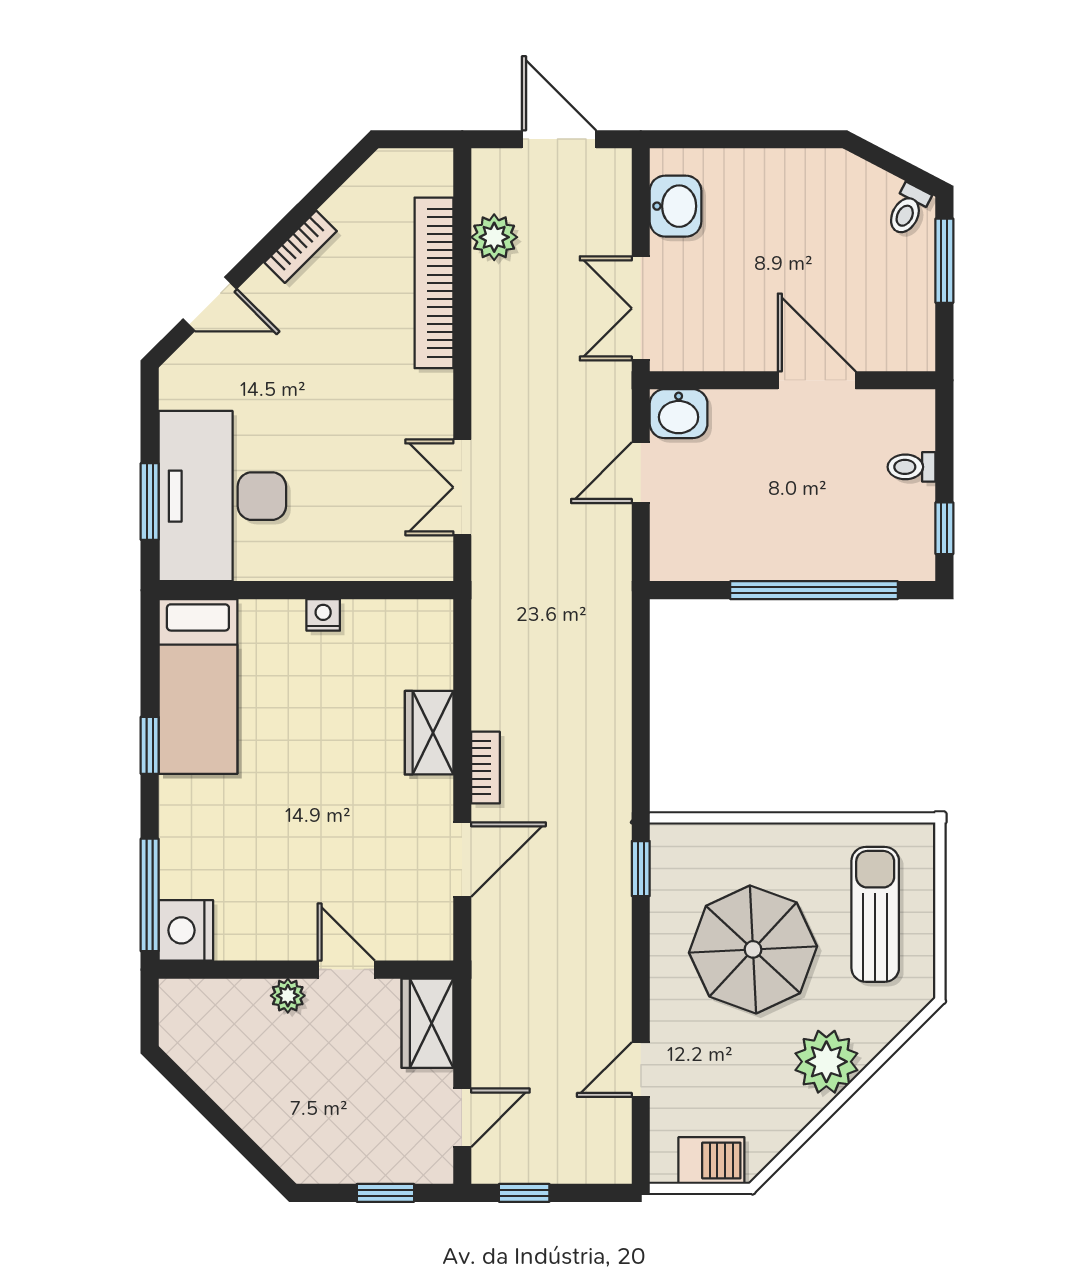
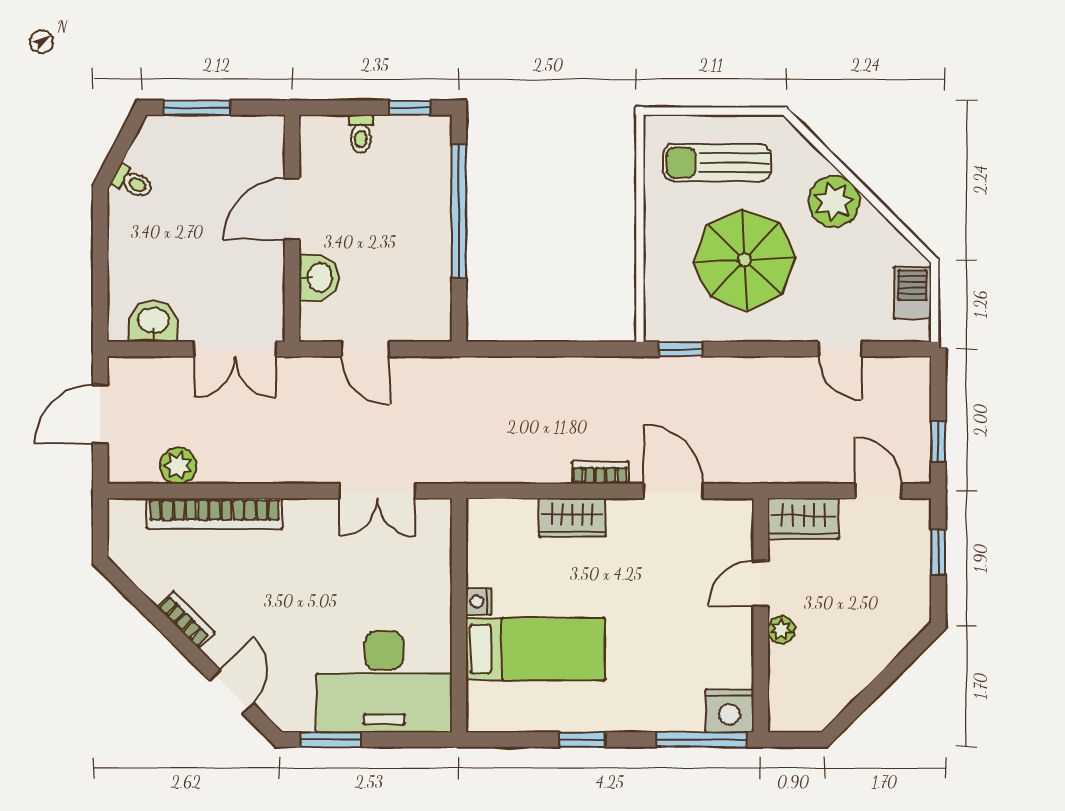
toilet: (908, 210) -> (133, 182), moved
washbasin: (679, 414) -> (319, 278), moved
window: (150, 502) -> (331, 740), moved
bed: (198, 686) -> (535, 649), moved

